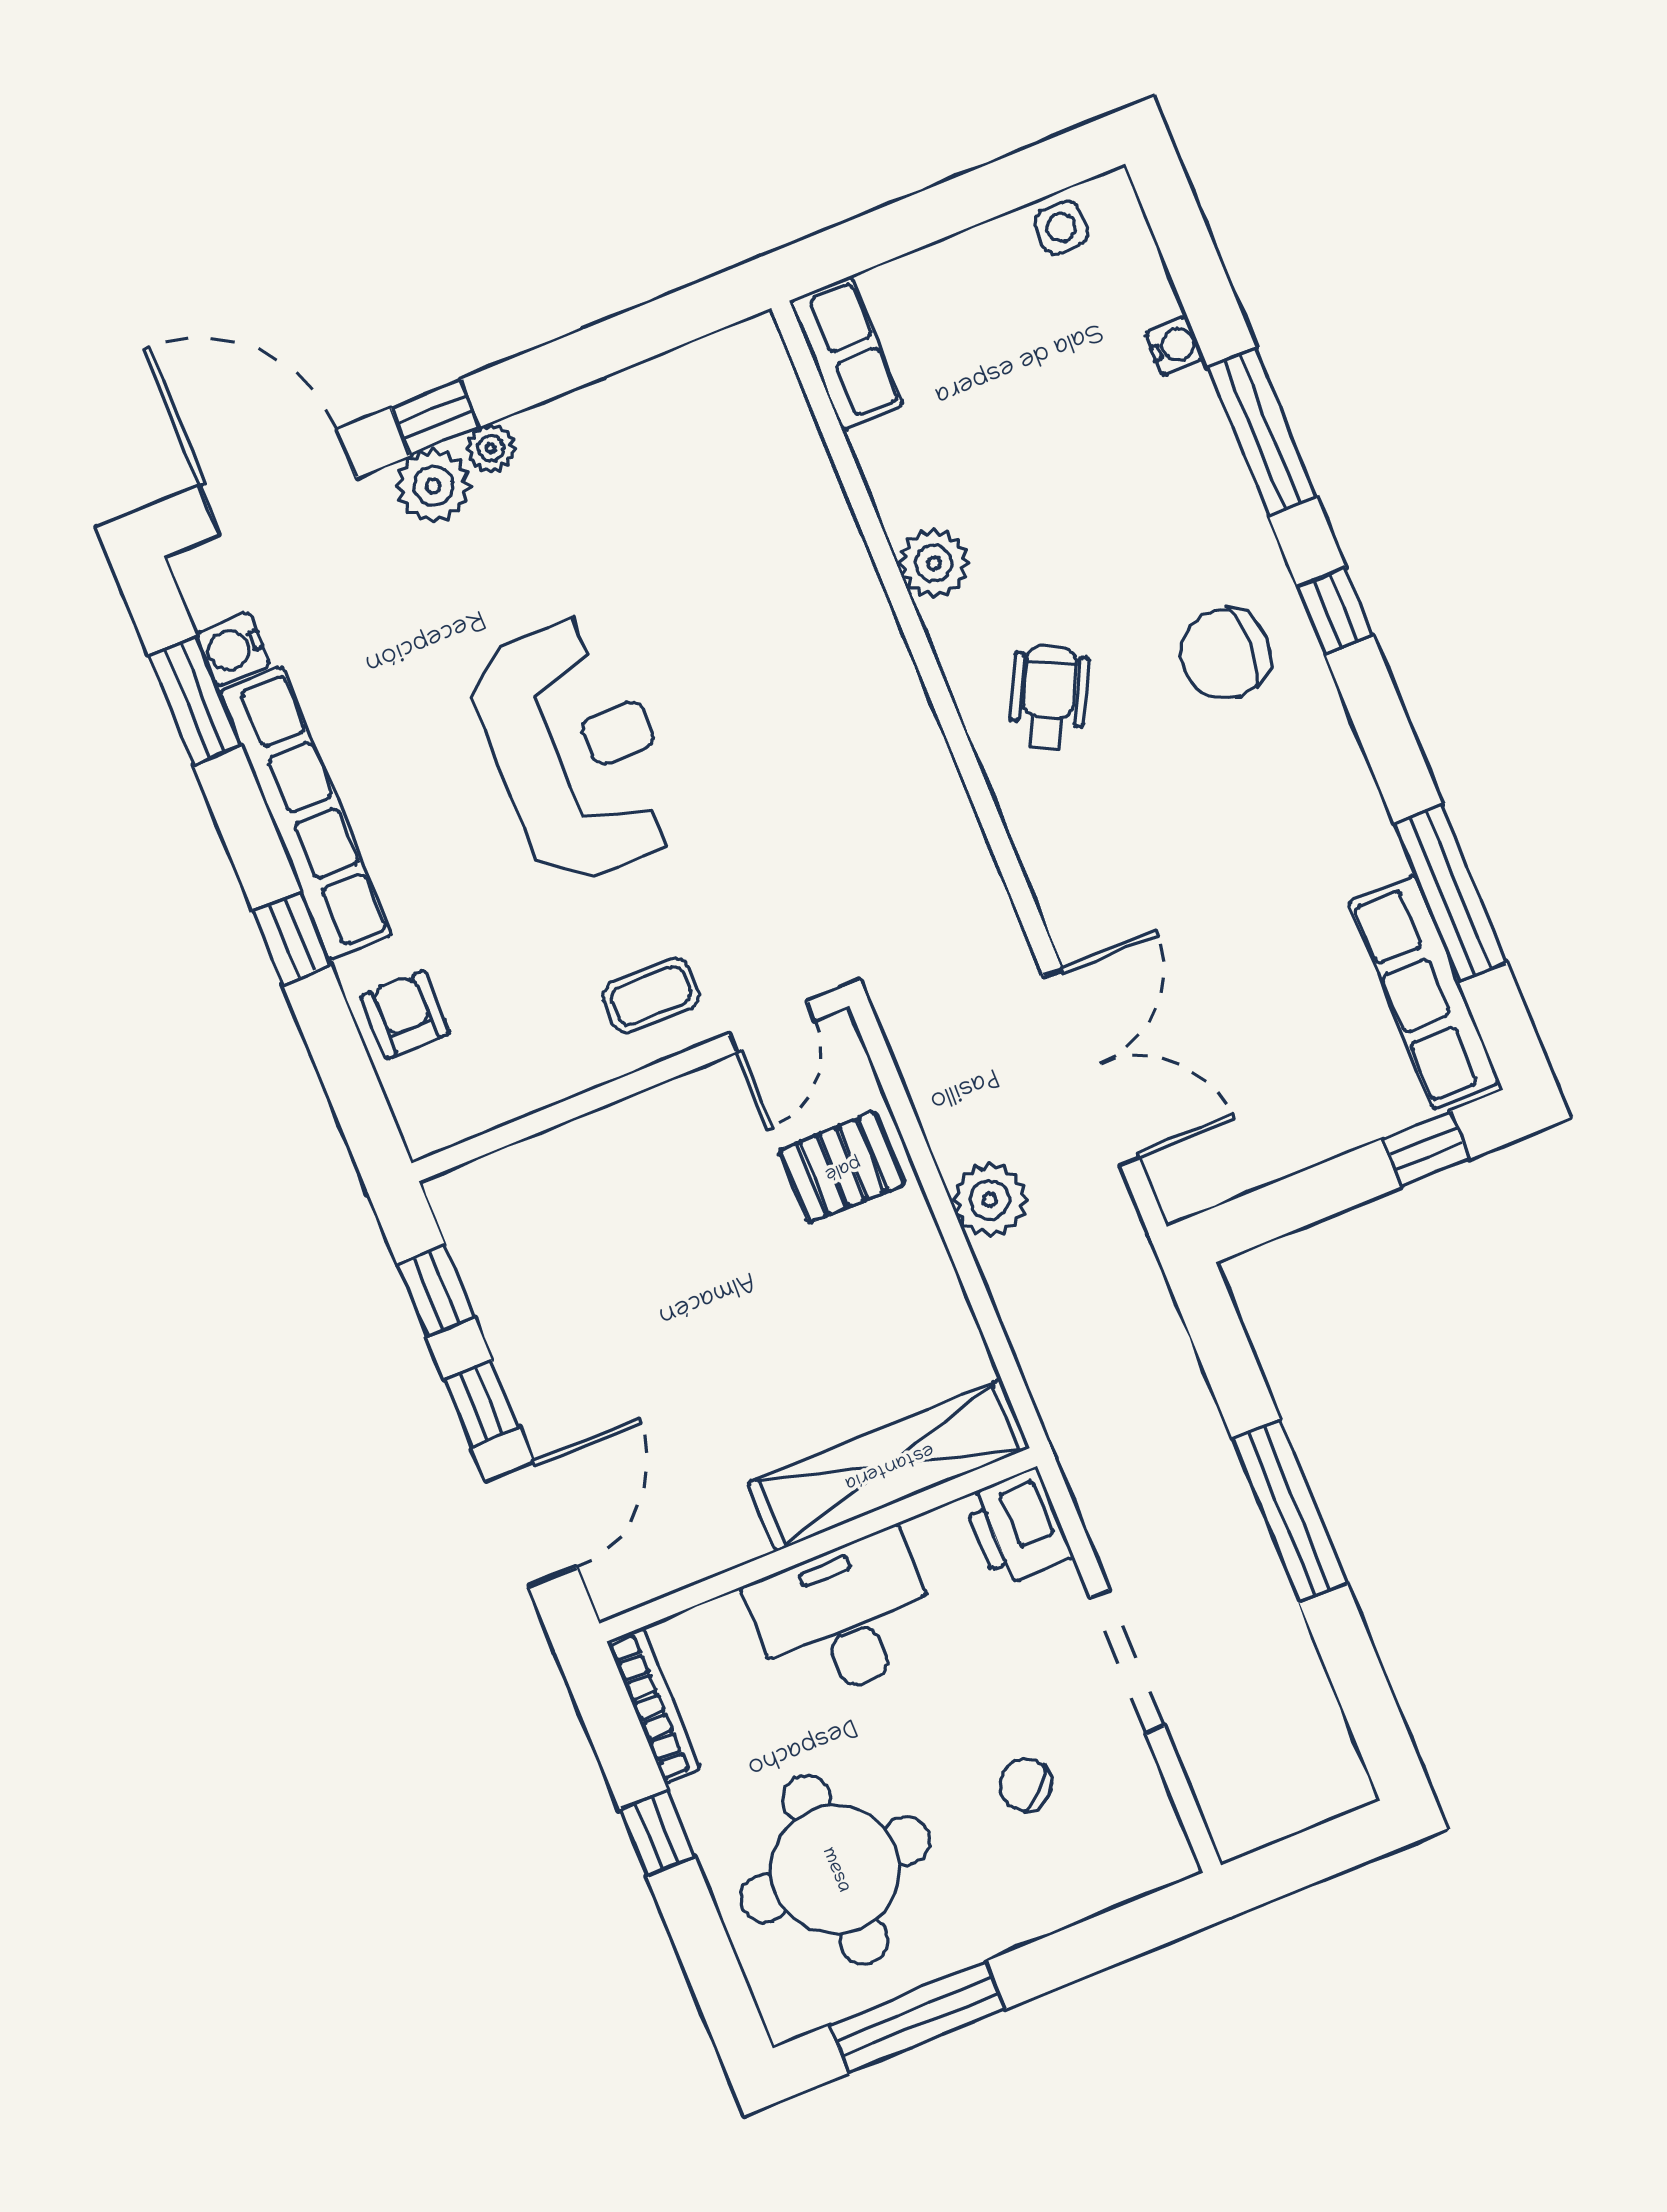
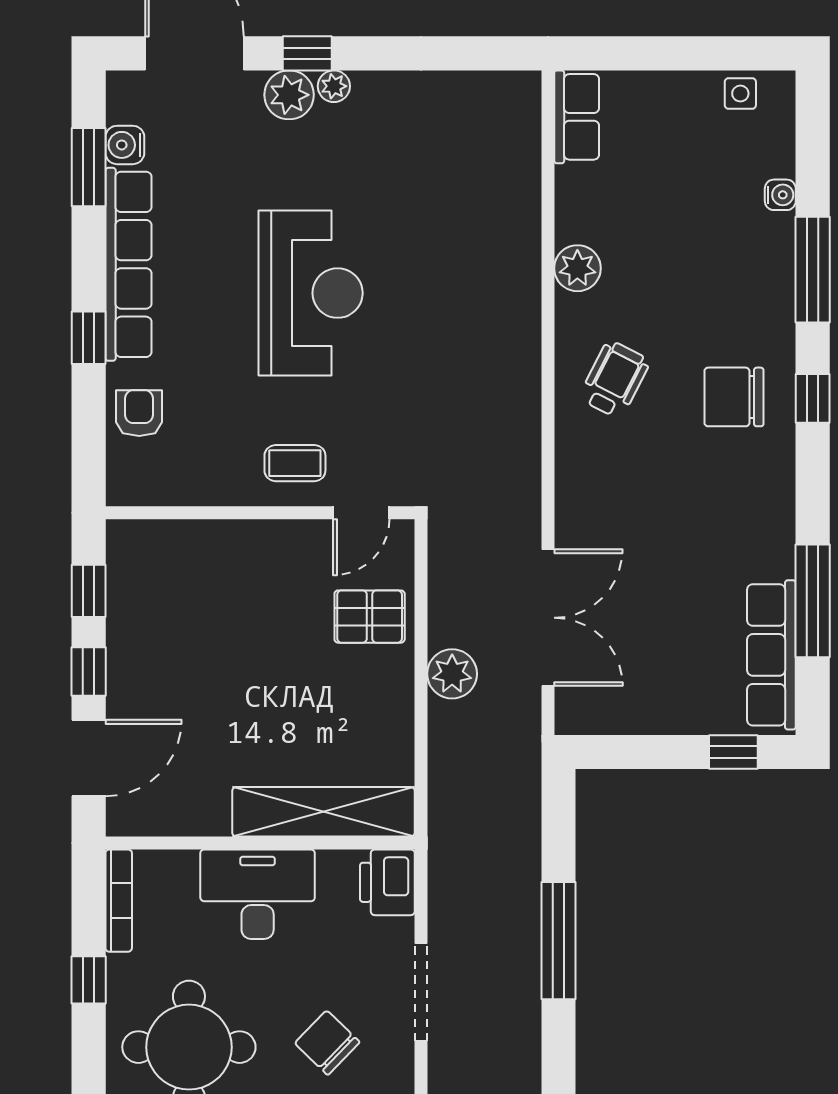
chair: (1025, 1785) -> (327, 1043), width x1.37, depth x1.37

